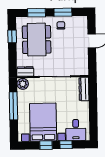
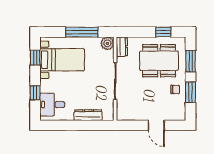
dresser: (84, 89) -> (88, 115), moved
bed with nightstands: (43, 122) -> (62, 60), width x0.73
window: (46, 145) -> (35, 58), moved

